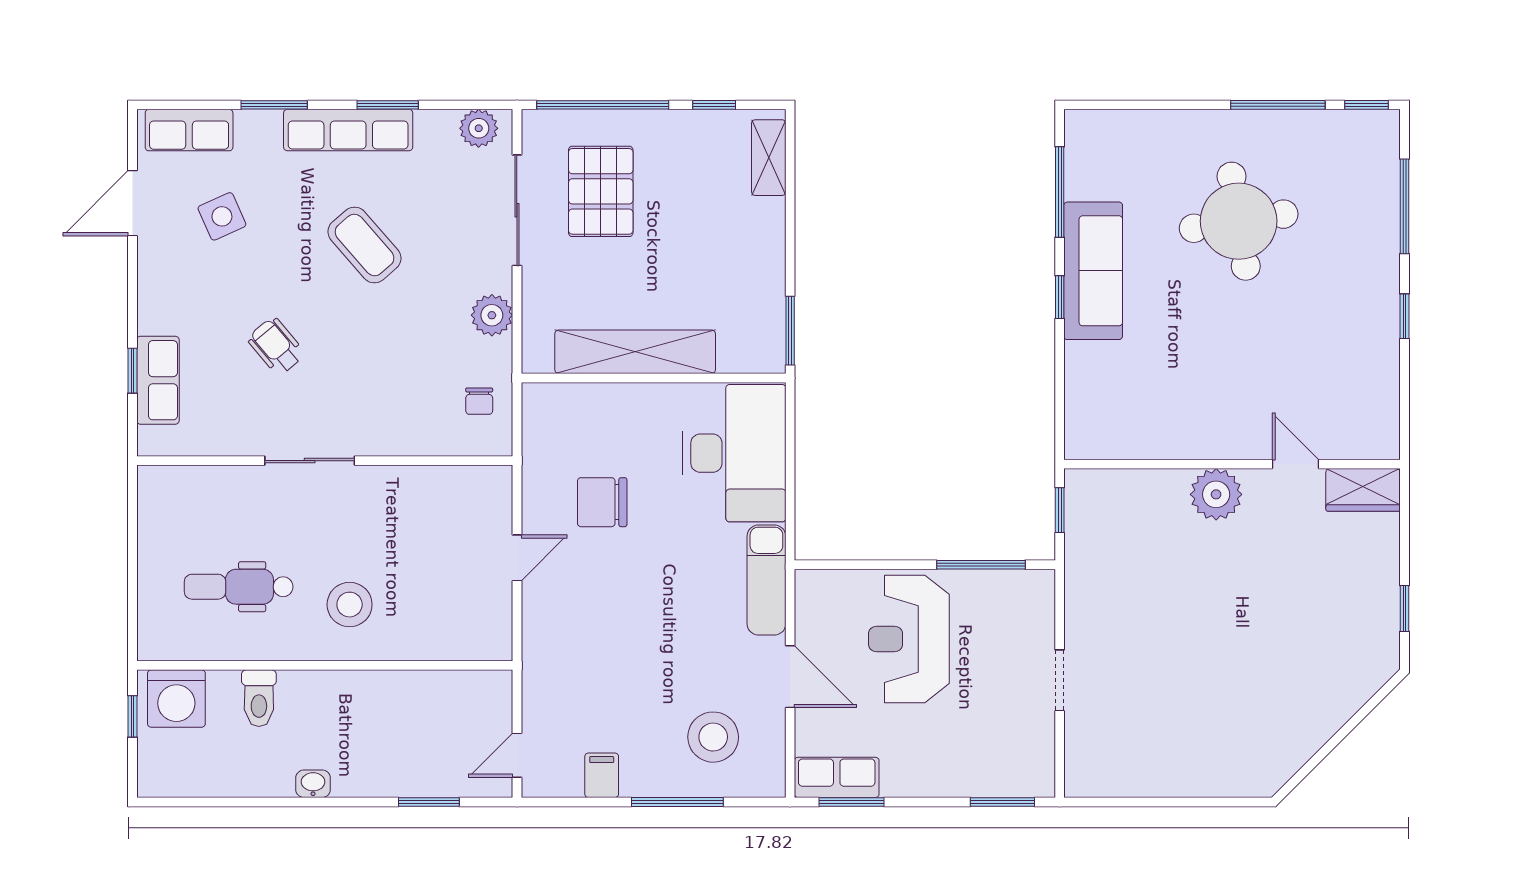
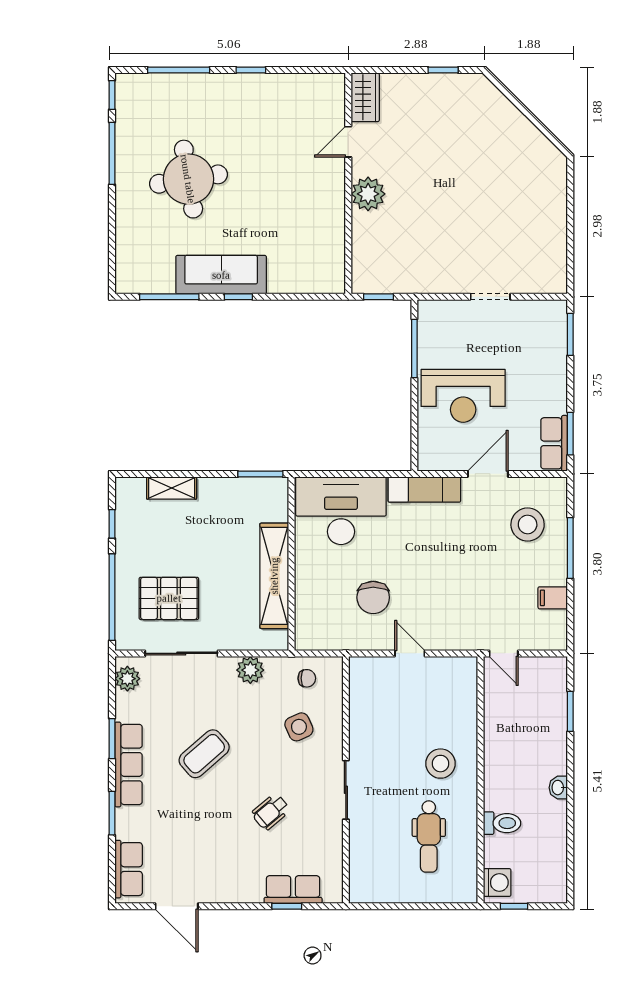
shelving: (769, 158) -> (172, 488), moved
side table: (222, 216) -> (299, 727), moved
washing machine: (176, 699) -> (497, 882), width x0.73, depth x0.73
door: (517, 755) -> (504, 653), moved

